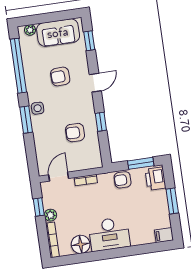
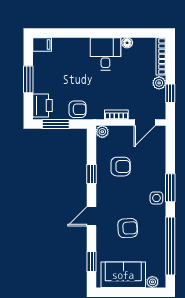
plant: (97, 162) -> (102, 132), added
desk: (109, 234) -> (105, 54), width x0.73
floor lamp: (81, 244) -> (127, 43), width x0.53, depth x0.53

